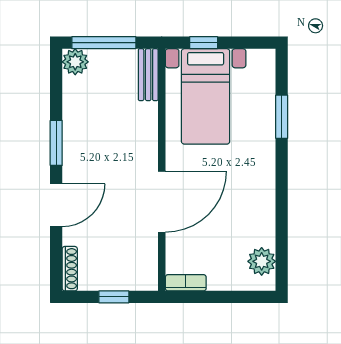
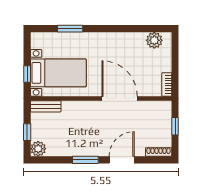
window: (104, 43) -> (27, 132), width x0.46
door: (56, 205) -> (122, 160), hinge flipped

